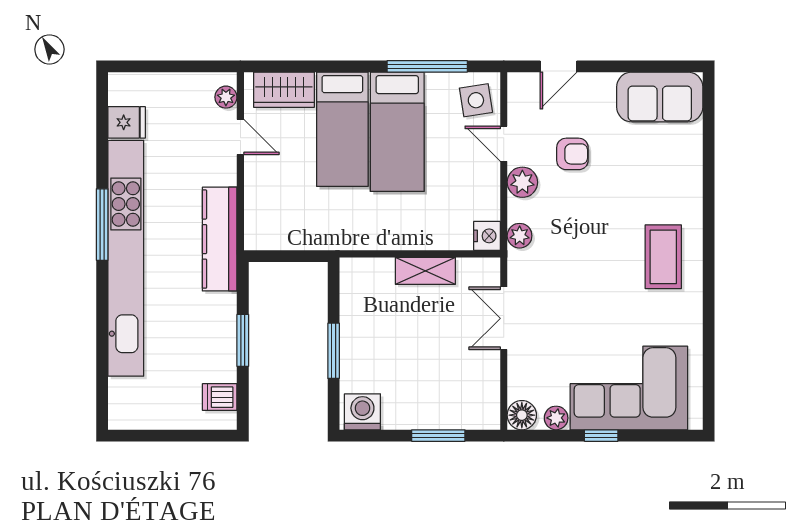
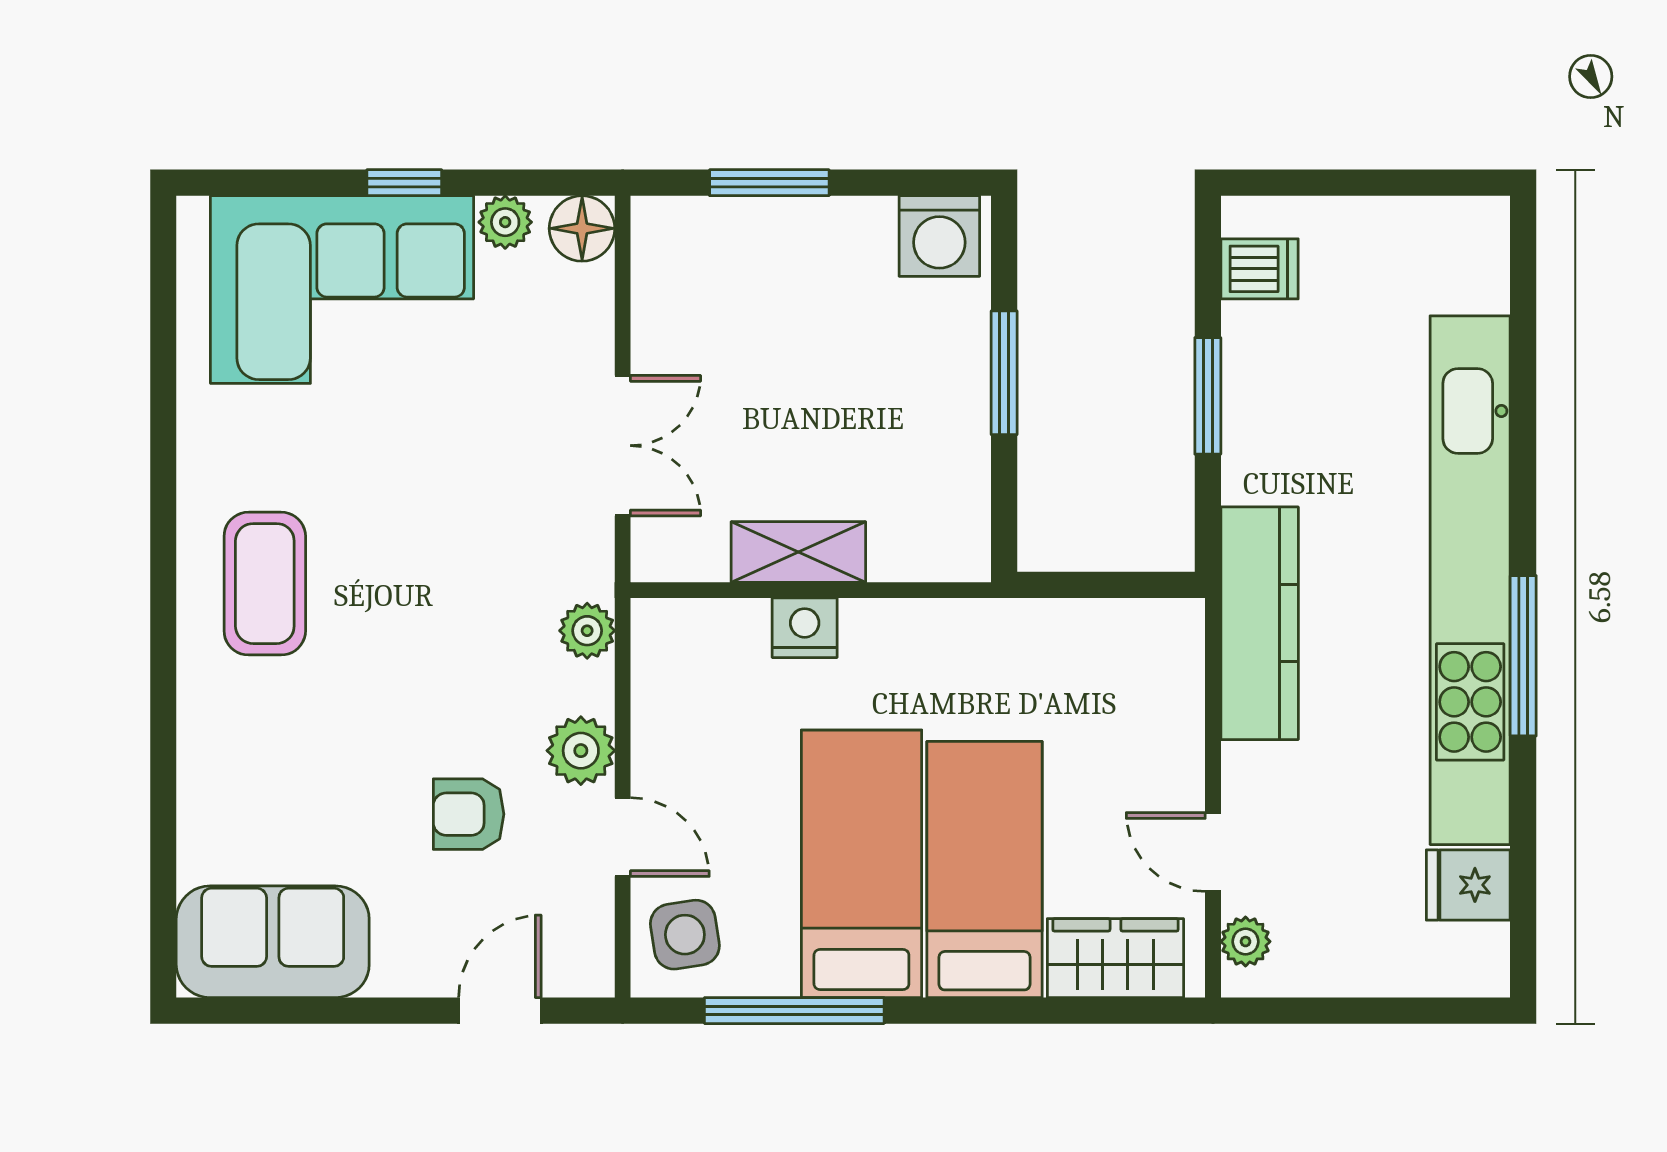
nightstand: (487, 236) -> (805, 628), moved, turned 90

